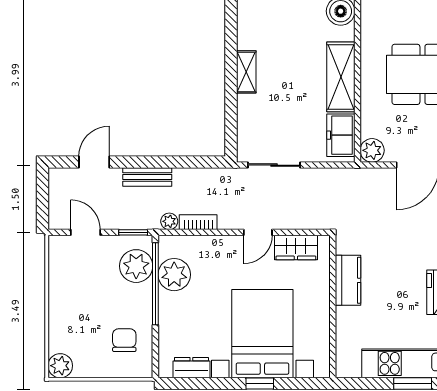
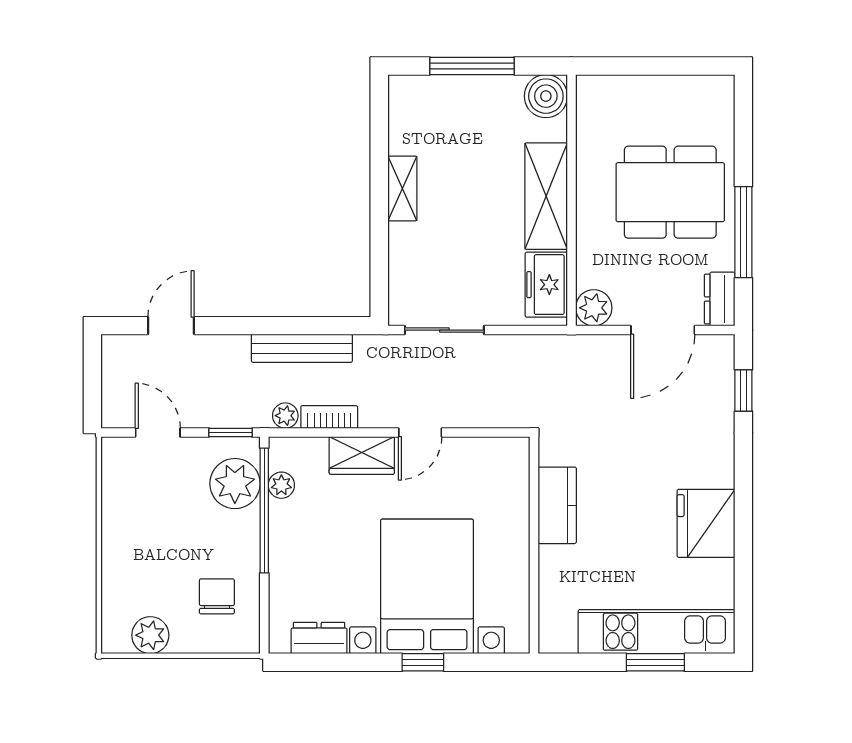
bench: (147, 177) -> (302, 348), moved, width x1.36
wardrobe: (296, 248) -> (362, 455), moved
plant: (174, 275) -> (281, 485), width x0.53, depth x0.53
plant: (60, 366) -> (150, 635), moved

